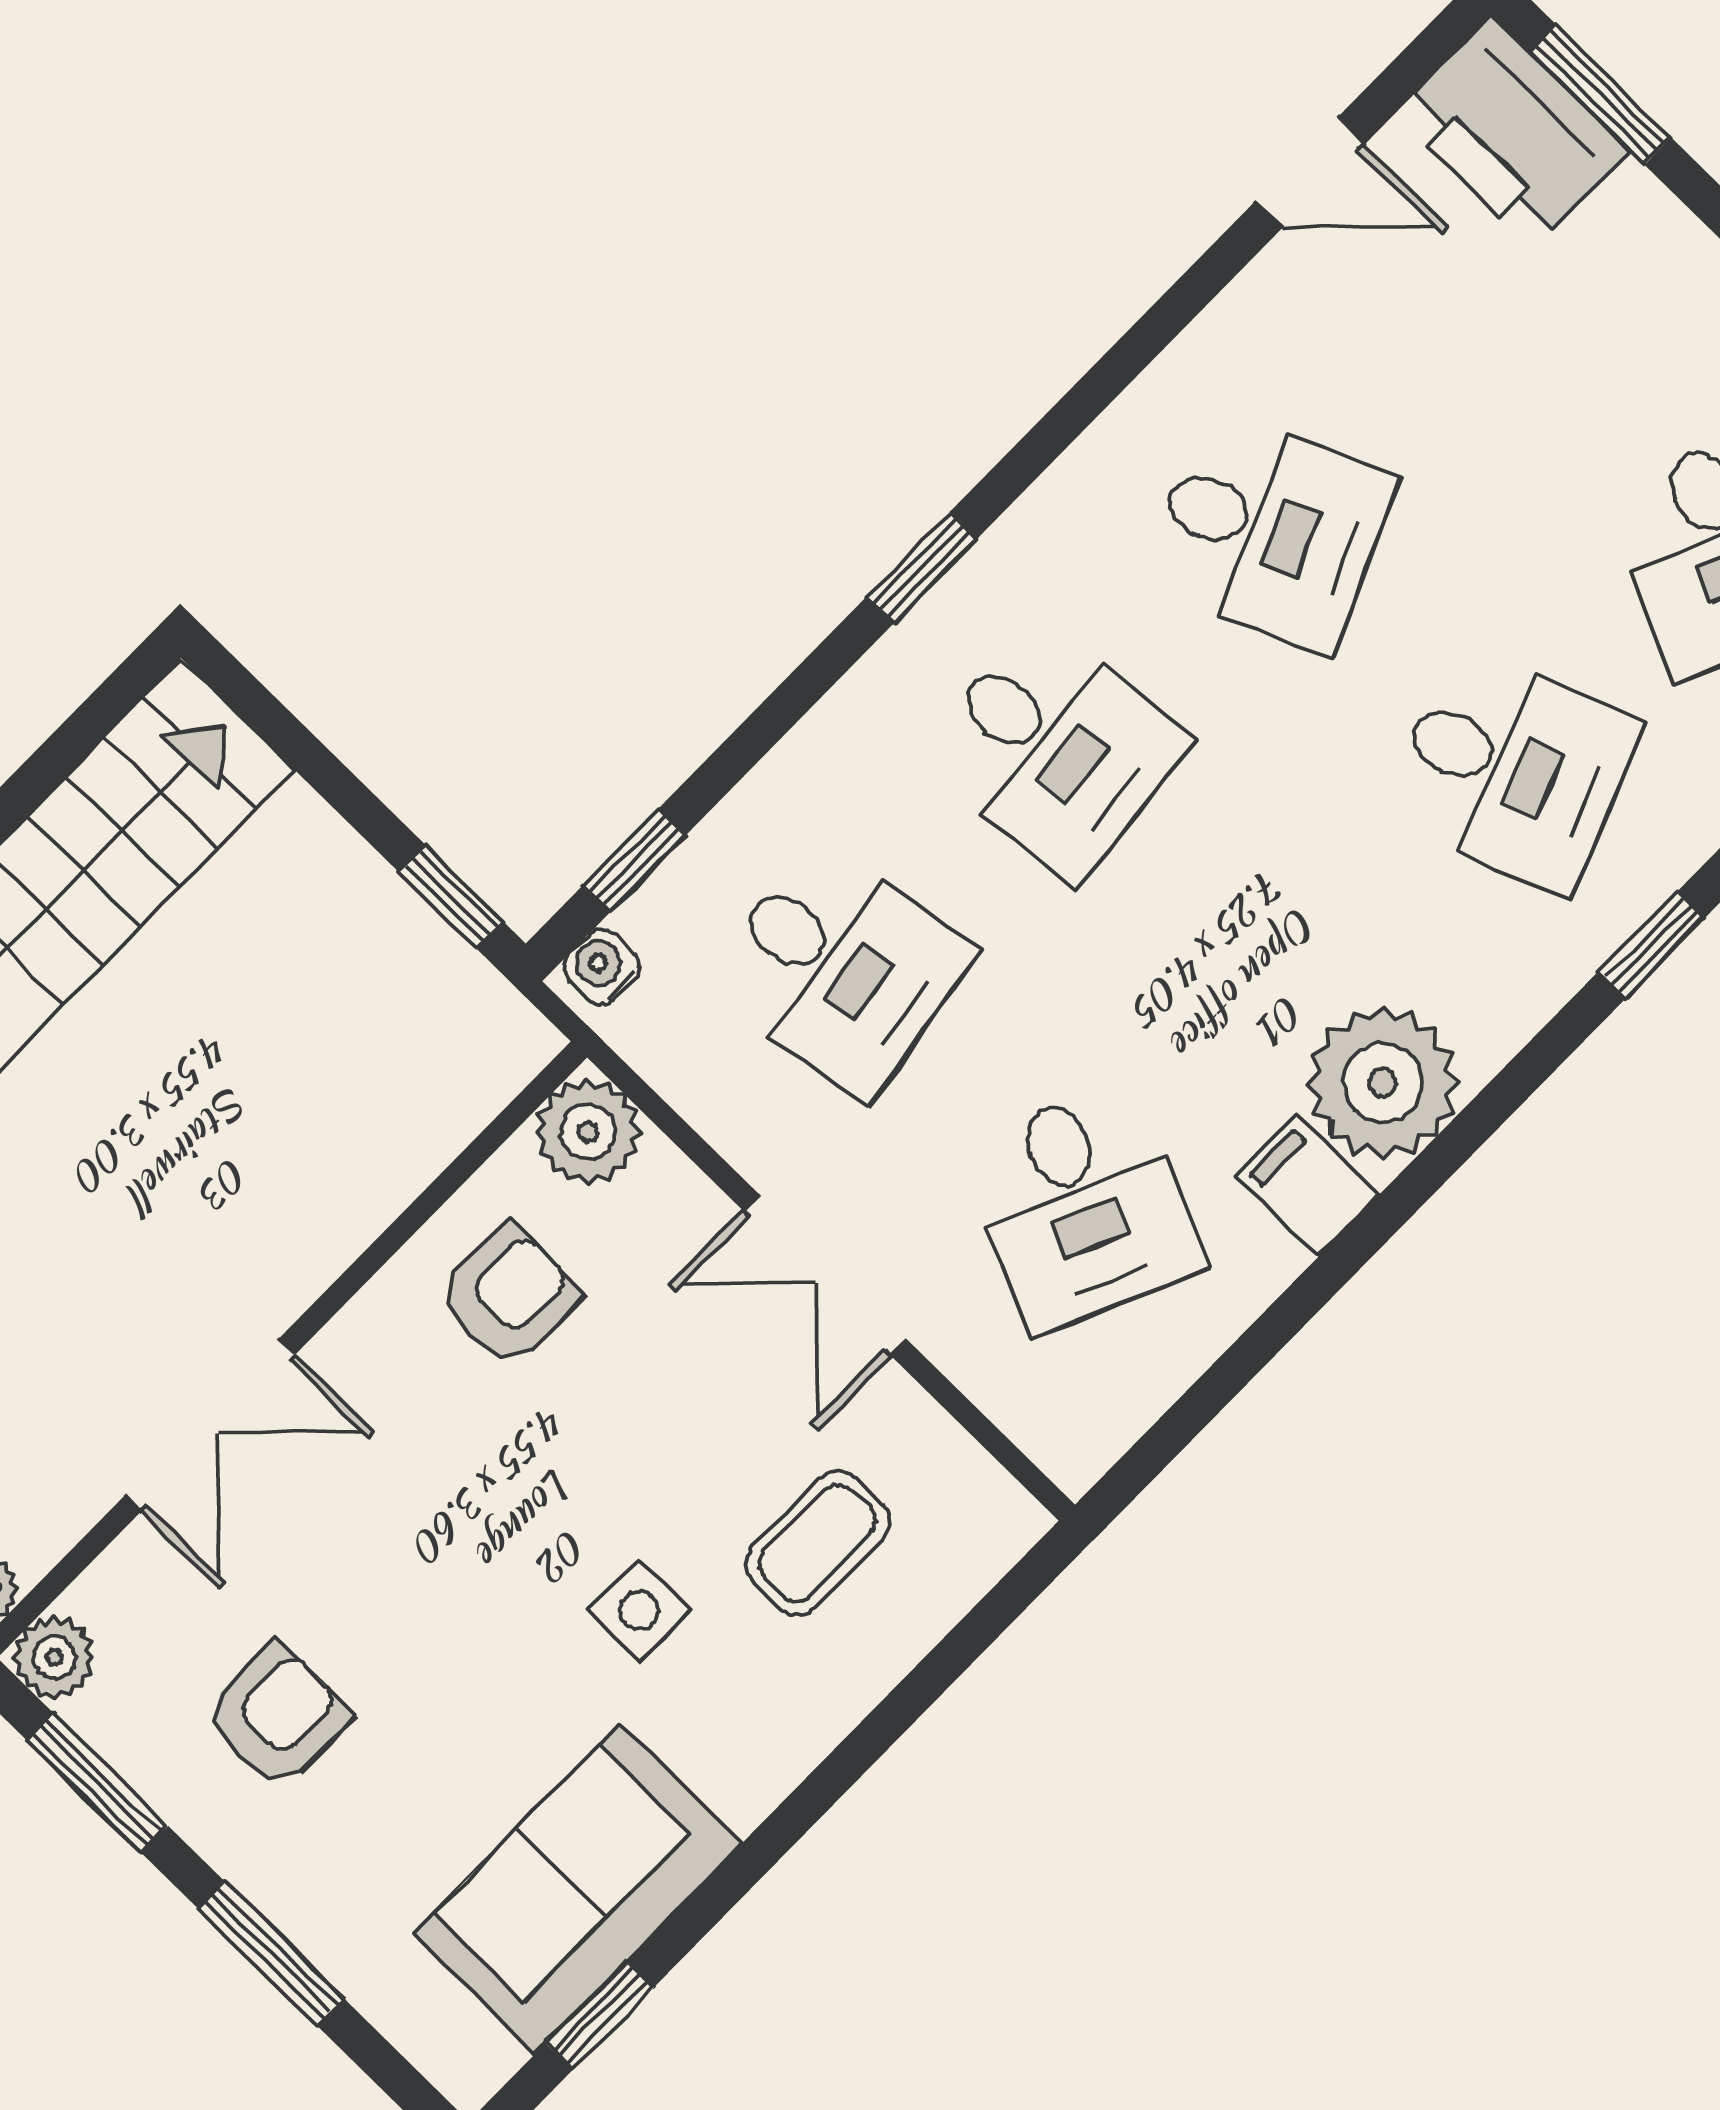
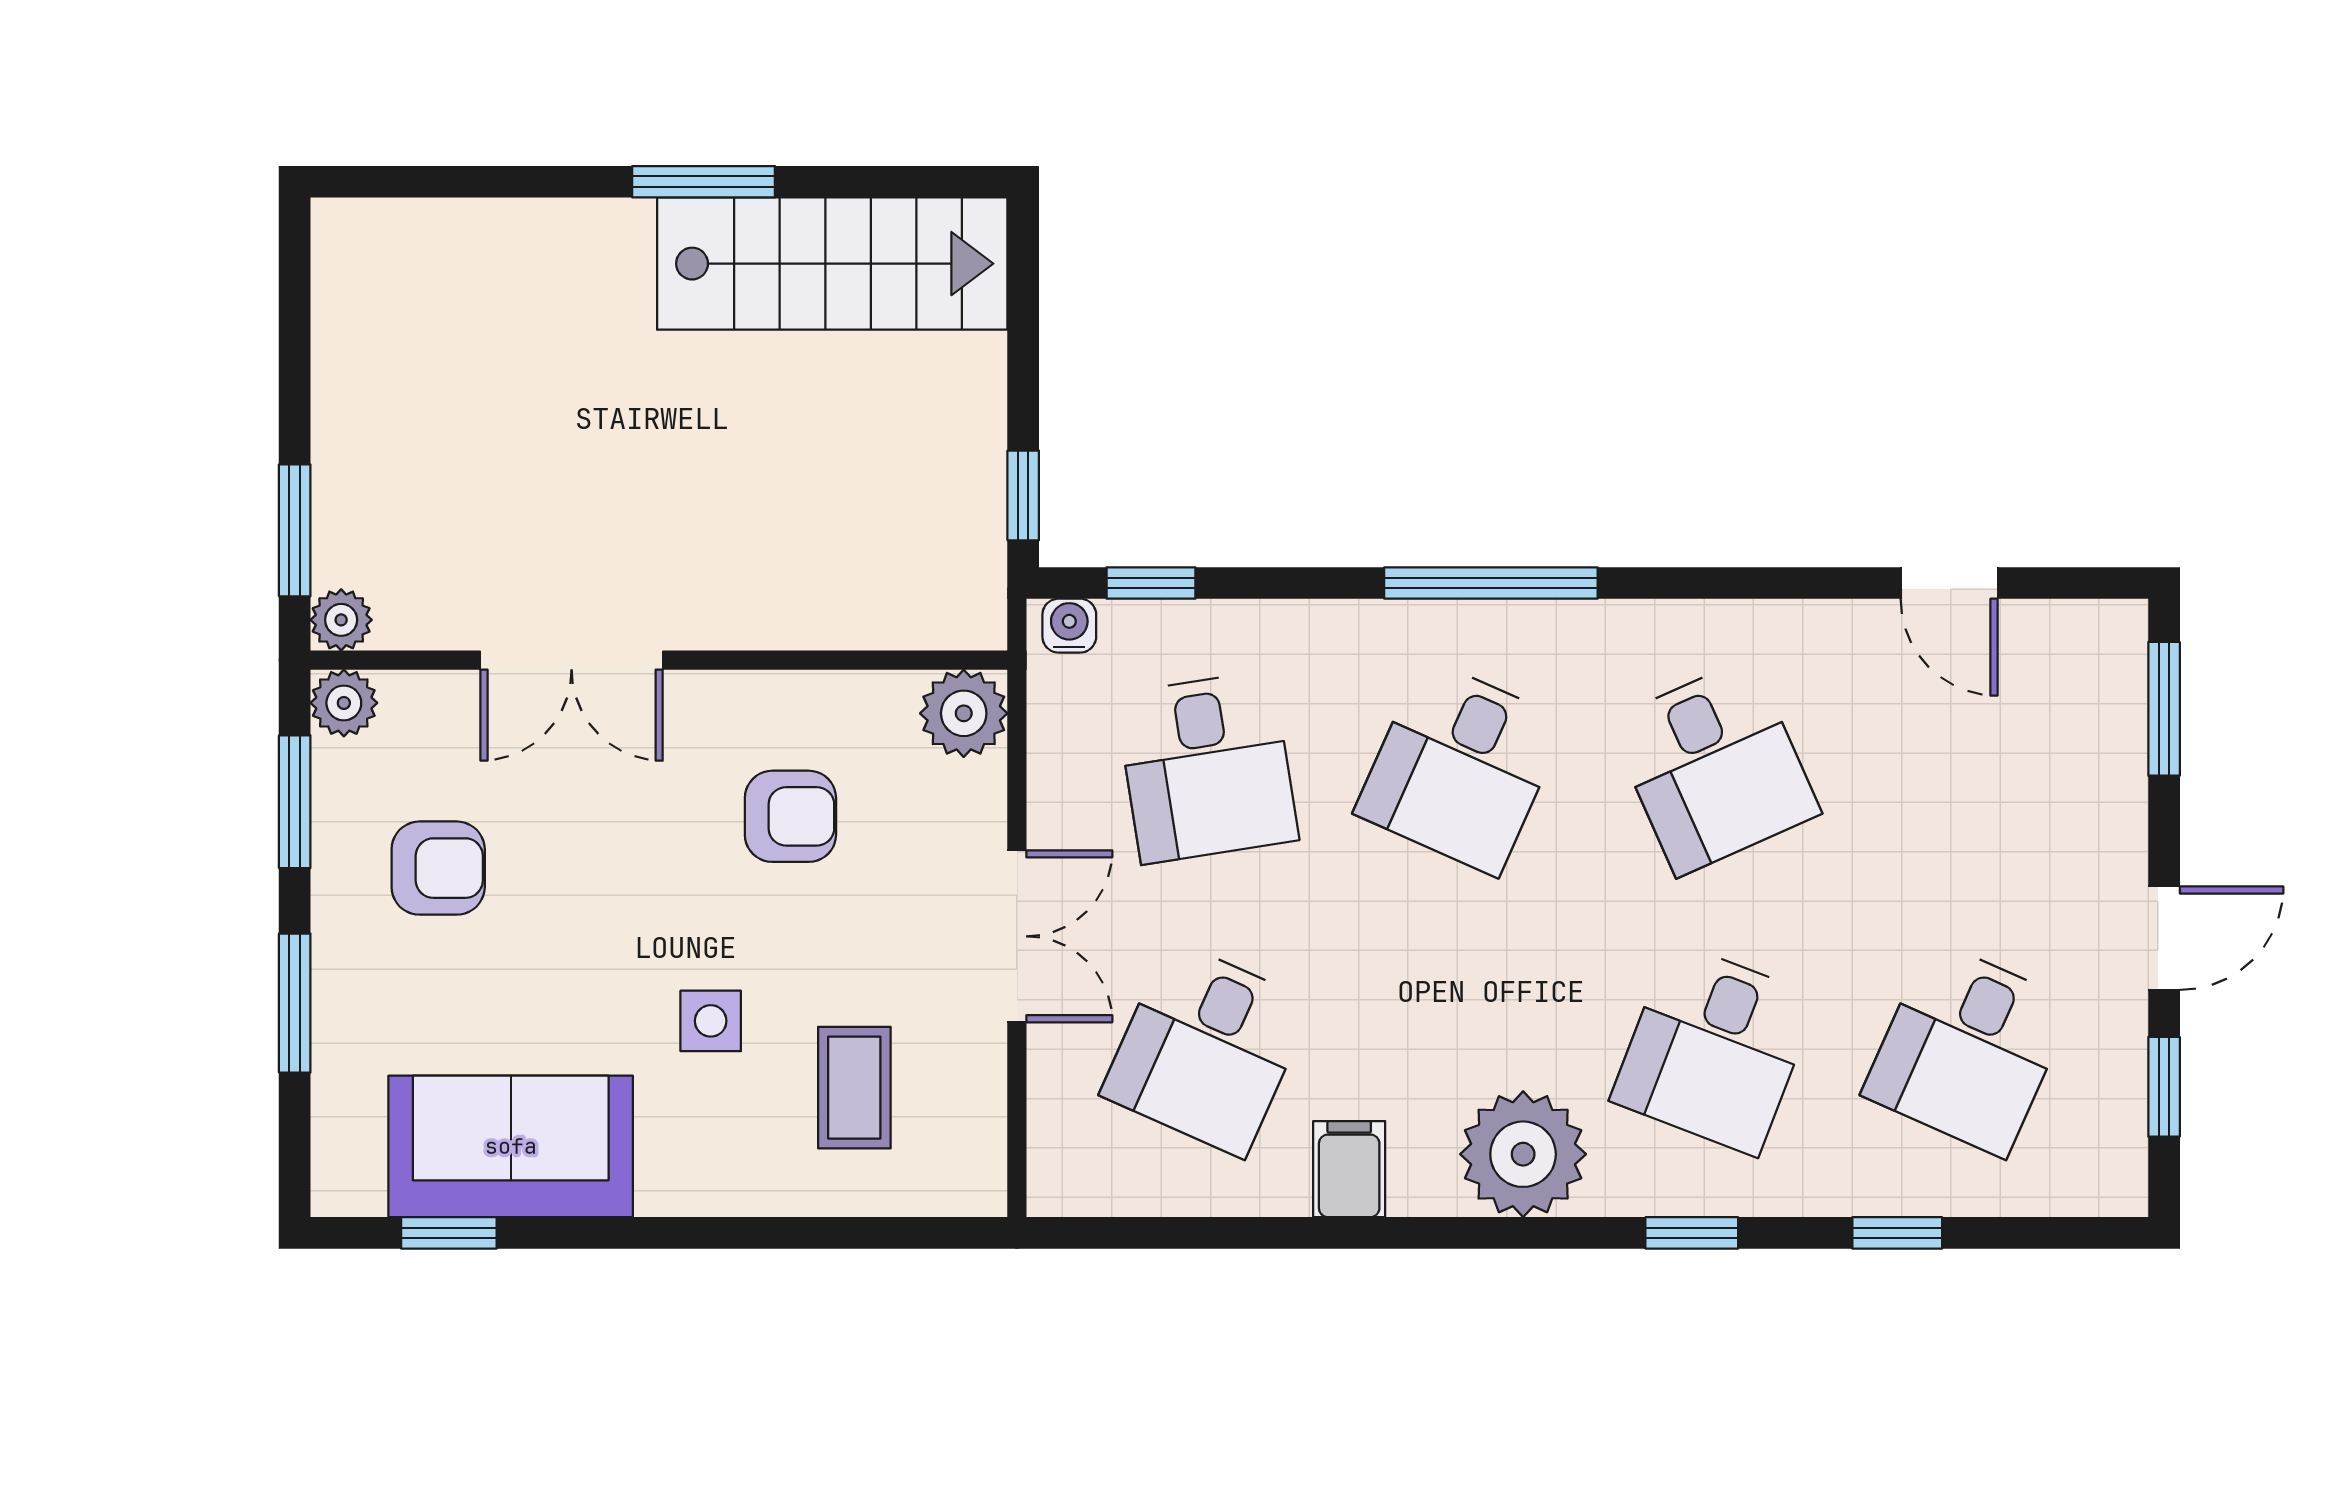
printer: (1512, 133) -> (2091, 679), removed
window: (922, 568) -> (1491, 583), width x2.17
desk: (1055, 750) -> (1460, 767), turned 30
desk: (1512, 770) -> (1714, 1049), turned 42
plant: (1383, 1083) -> (1523, 1154), moved
double door: (825, 1275) -> (1017, 936), swing flipped
armchair: (508, 1295) -> (790, 816), moved
coffee table: (818, 1543) -> (854, 1088), turned 90

